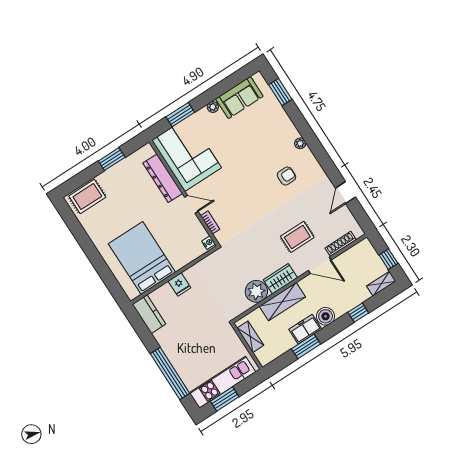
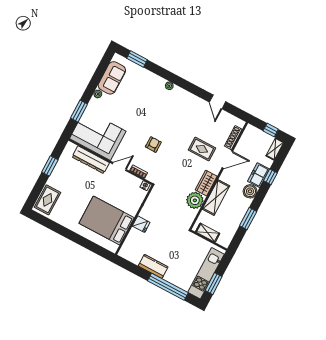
armchair: (286, 176) -> (153, 144), moved
rug: (297, 237) -> (202, 149), turned 90
kitchen counter: (149, 314) -> (153, 266), moved
freezer: (305, 329) -> (259, 175), moved

